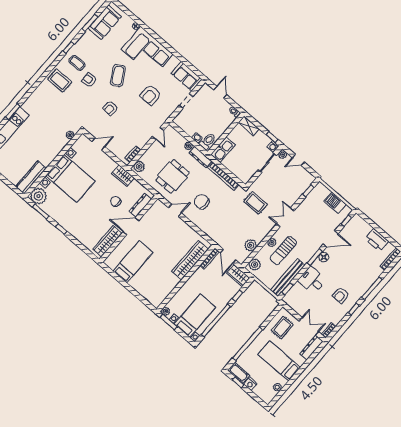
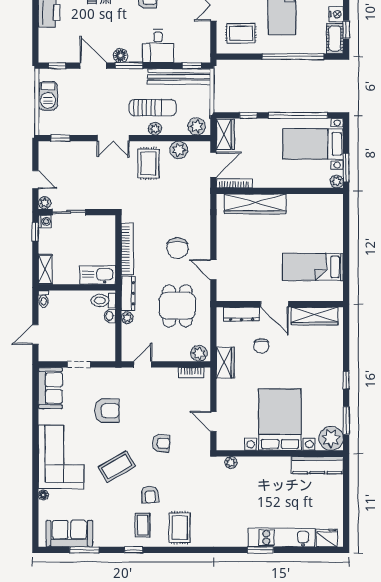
dining table: (173, 176) -> (177, 306), turned 90
rug: (255, 203) -> (148, 164), moved

